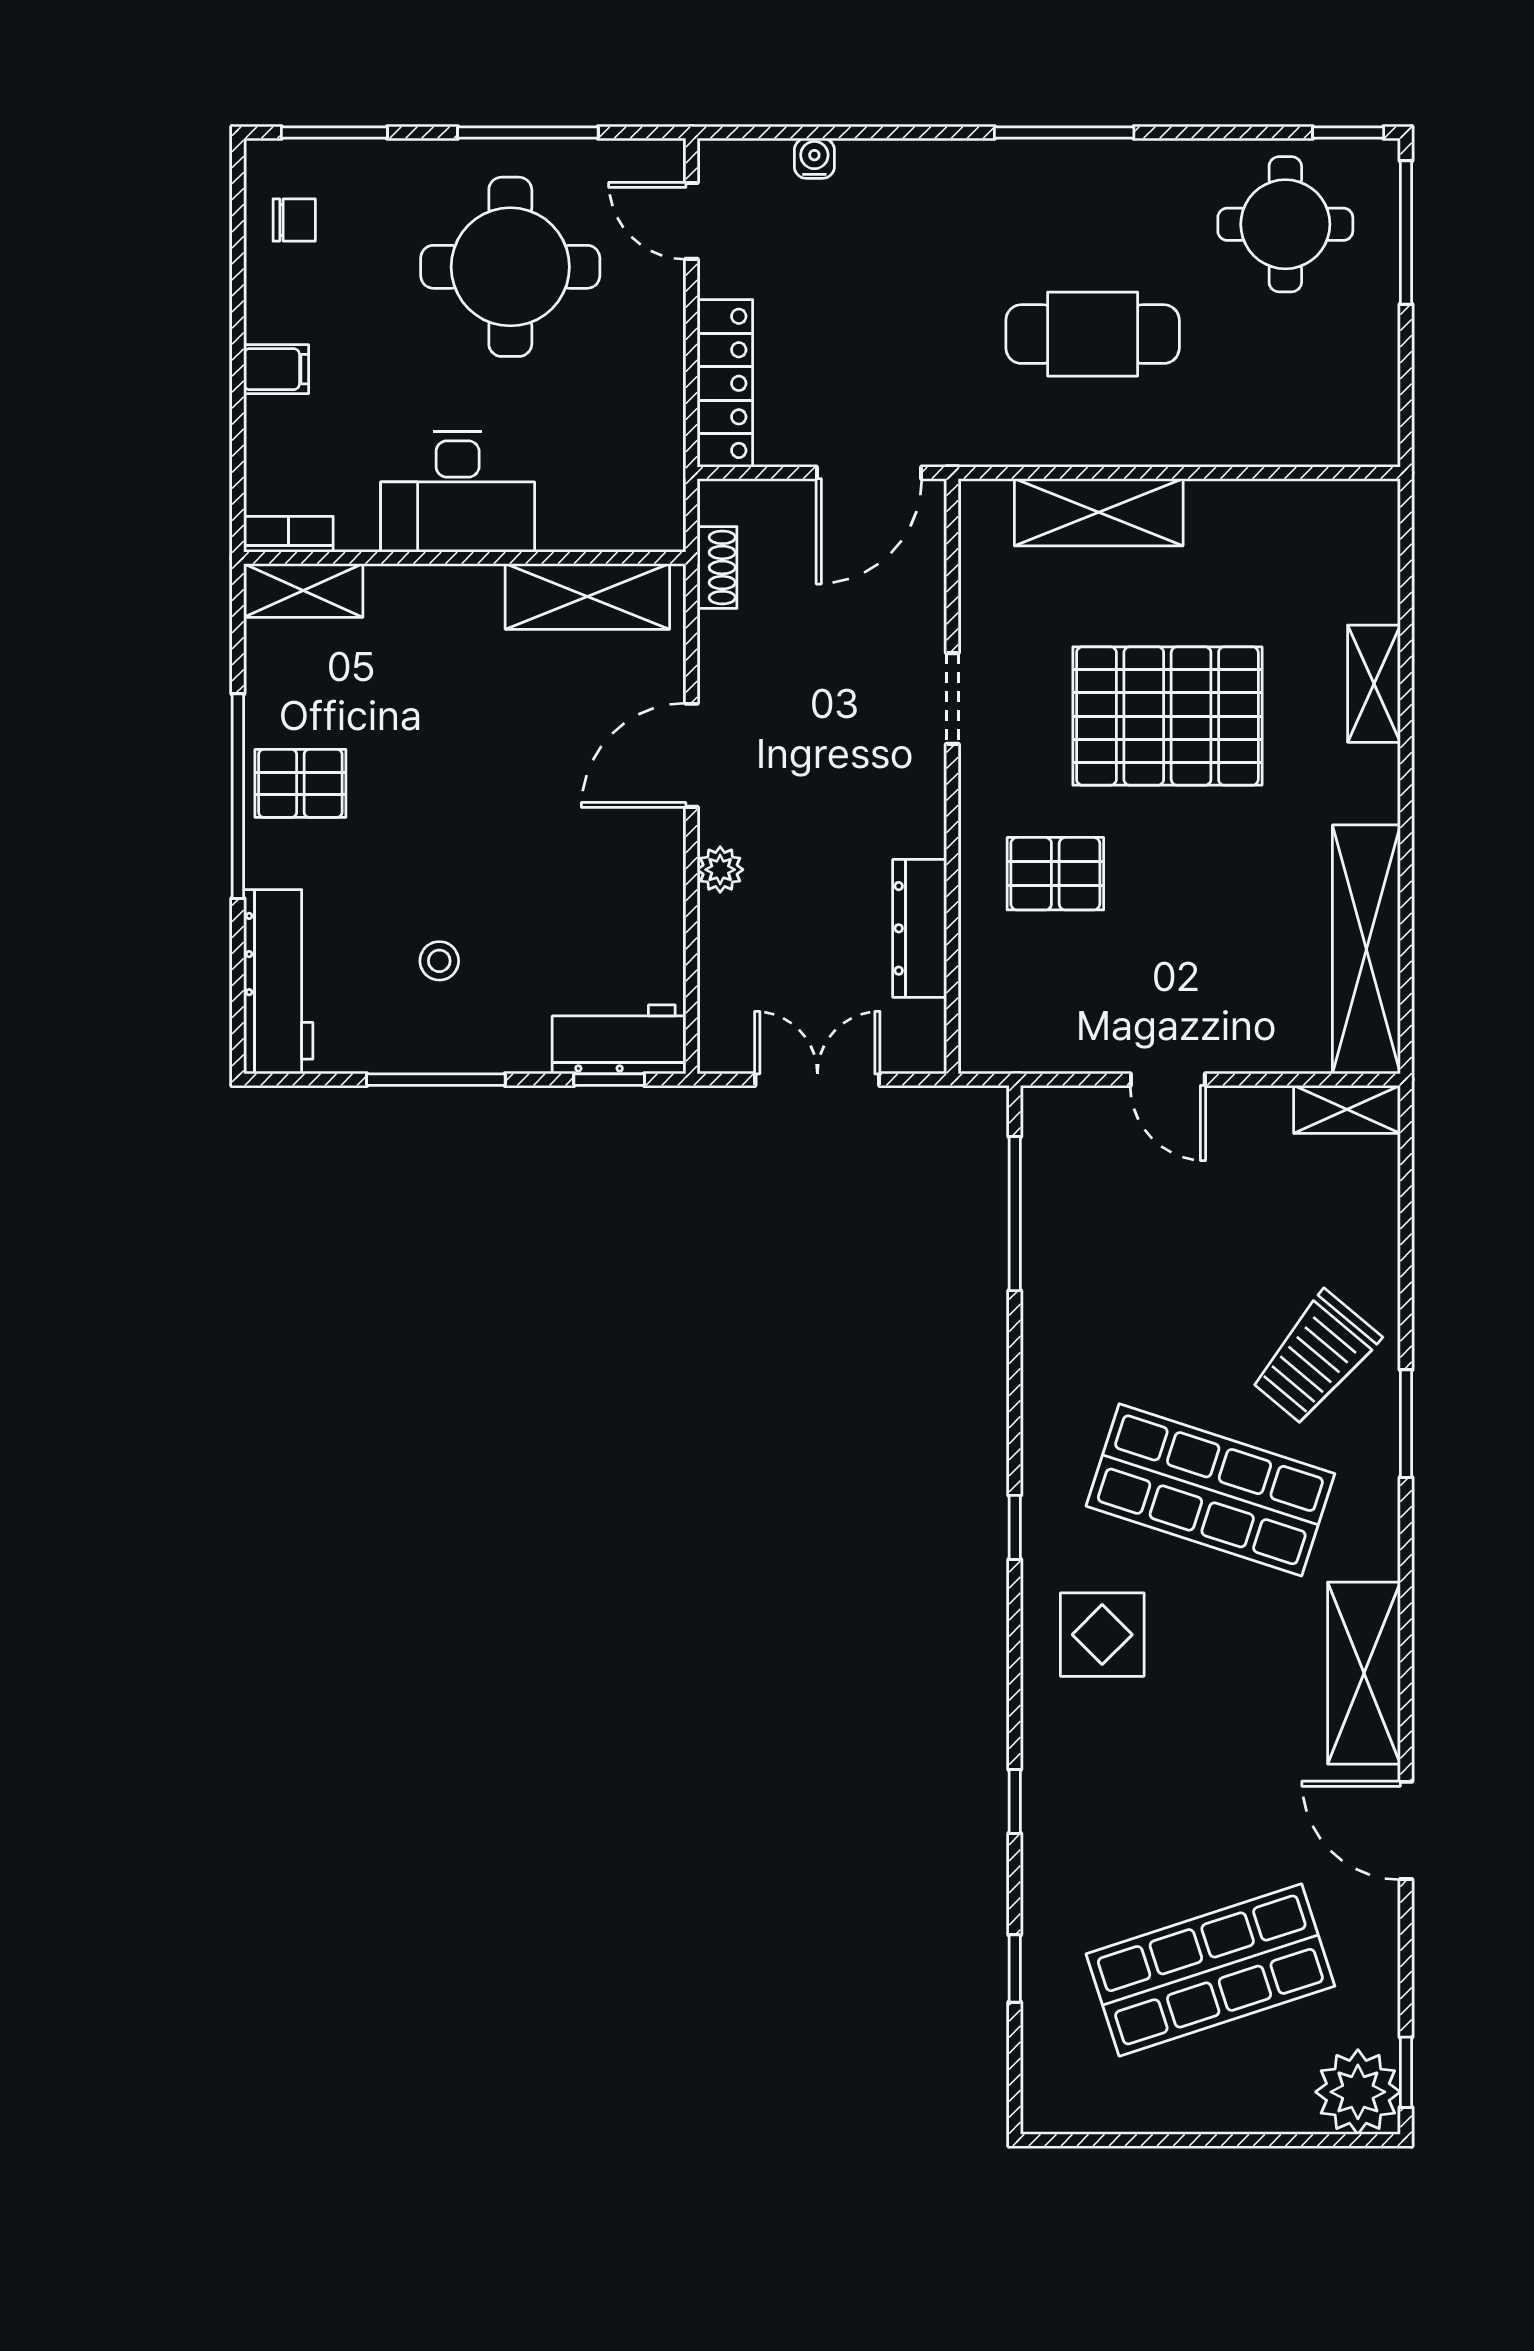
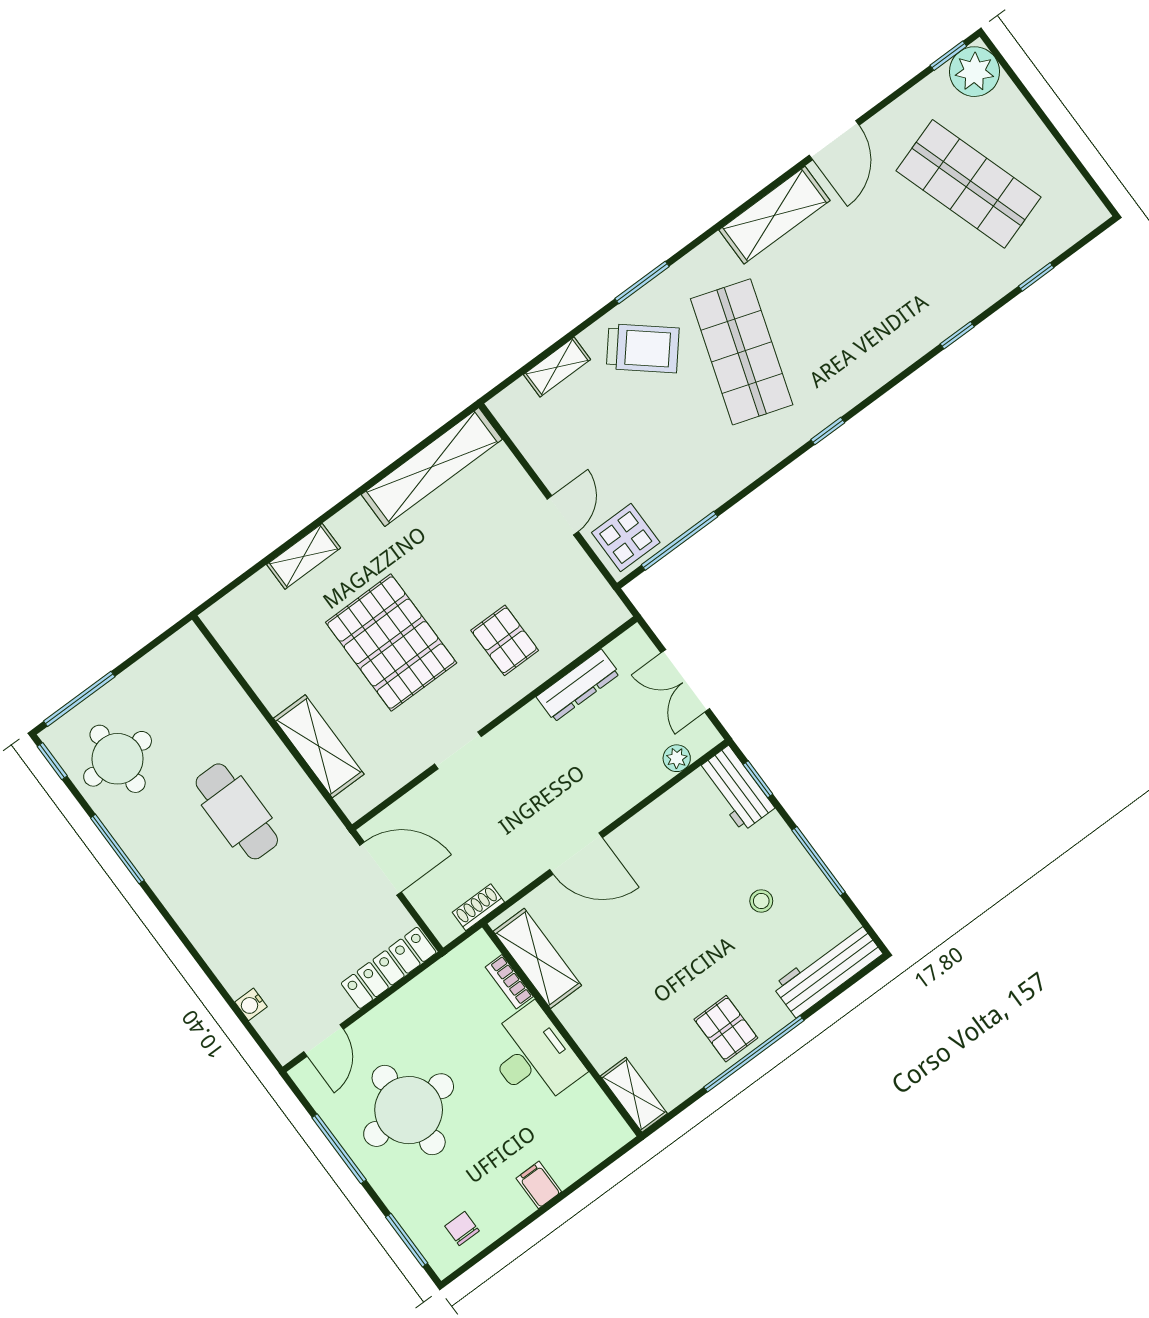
window: (1064, 133) -> (117, 849), moved
bookcase: (288, 534) -> (509, 982), moved
plant: (720, 870) -> (677, 758), moved
shelving: (1347, 1109) -> (557, 367), moved, turned 90
display table: (1102, 1635) -> (626, 537), moved

